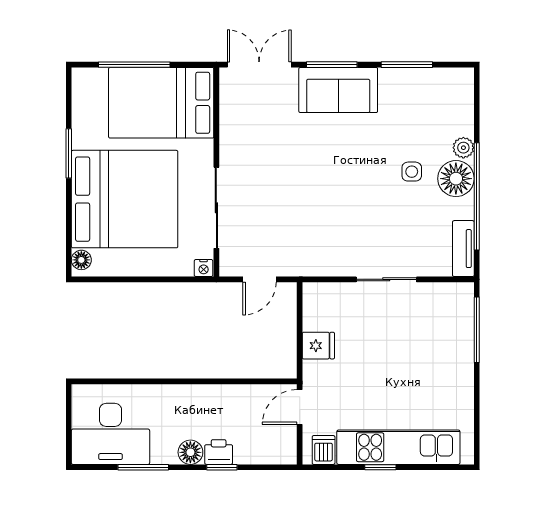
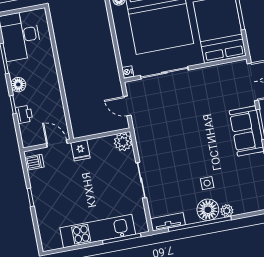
plant: (318, 297) -> (123, 142), added
fridge: (318, 346) -> (81, 150), moved
kitchen unit: (398, 447) -> (98, 231), moved, turned -90
printer: (219, 452) -> (24, 114), moved

